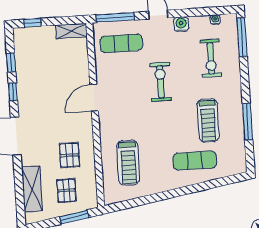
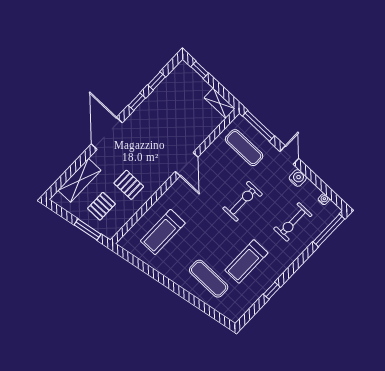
door: (94, 98) -> (187, 164), swing flipped
window: (247, 122) -> (272, 291), width x0.46
pallet: (69, 155) -> (129, 185), turned 90

